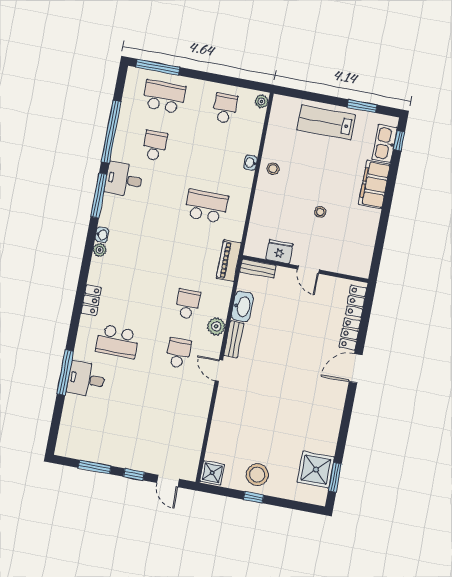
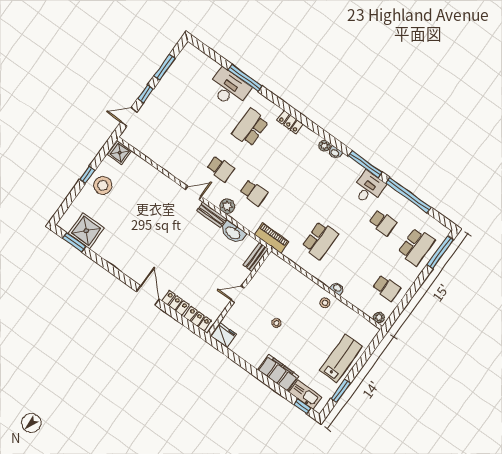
fridge: (279, 252) -> (224, 335), moved, turned -90
desk: (86, 379) -> (229, 88), width x1.37

